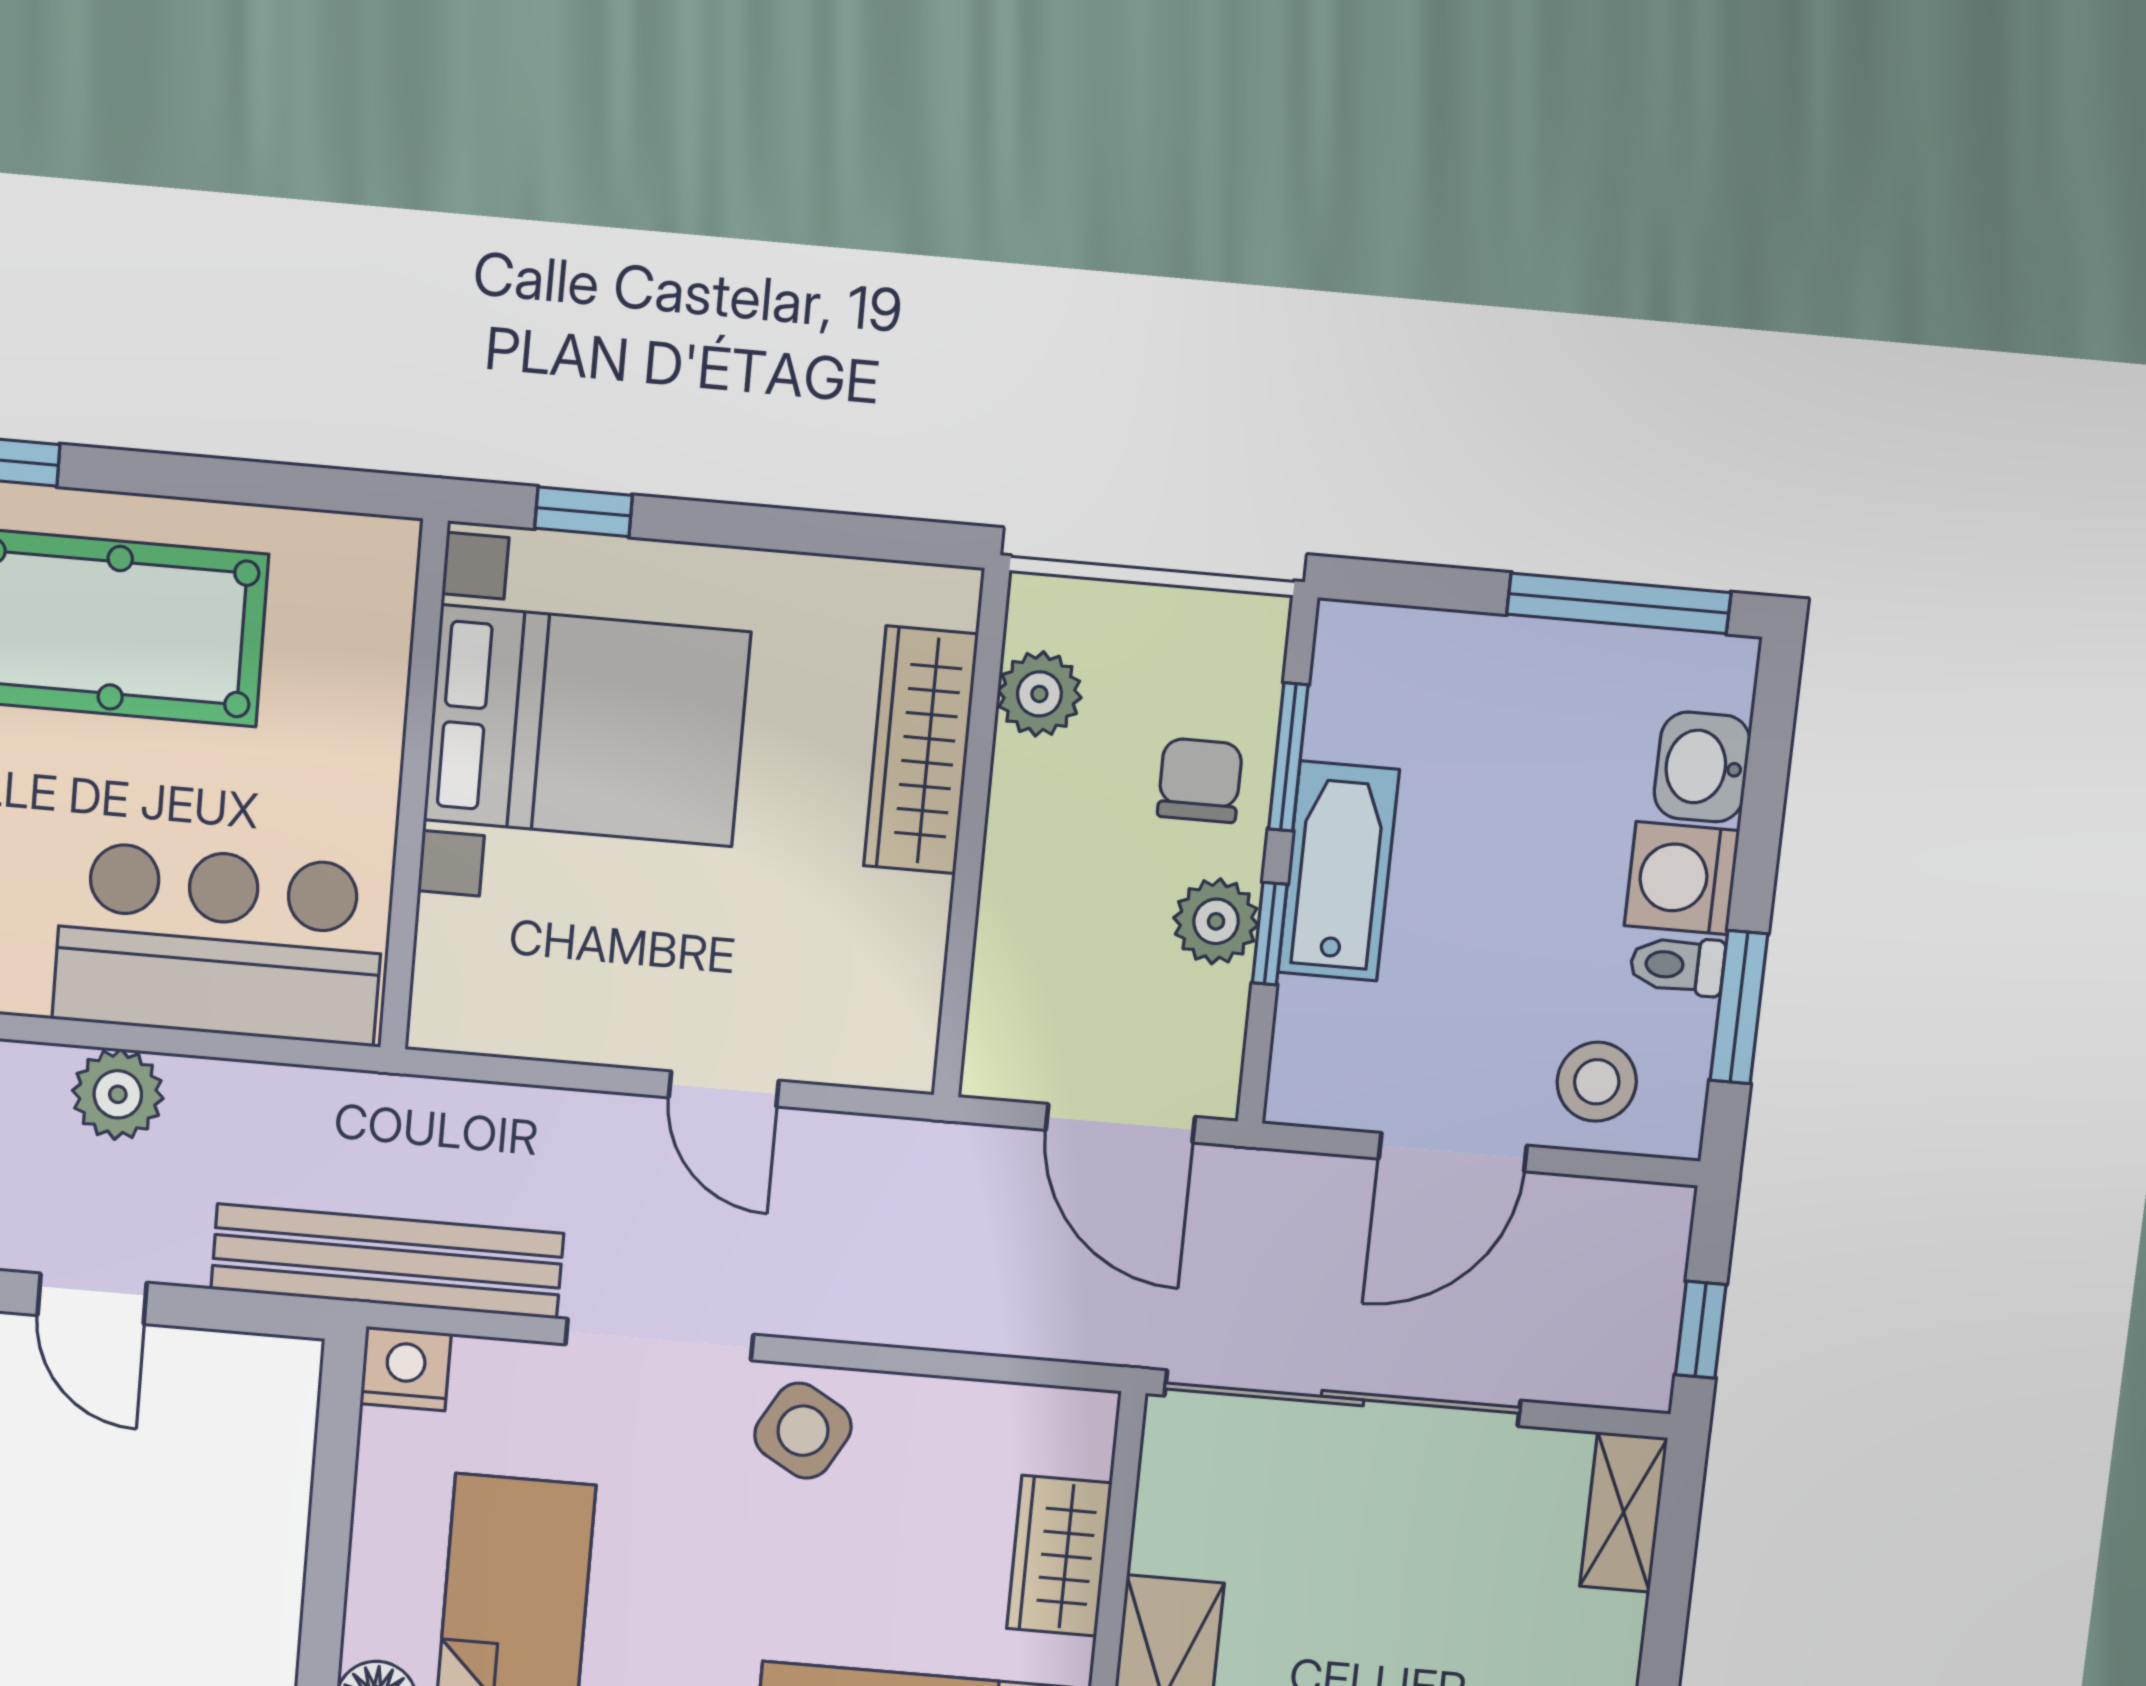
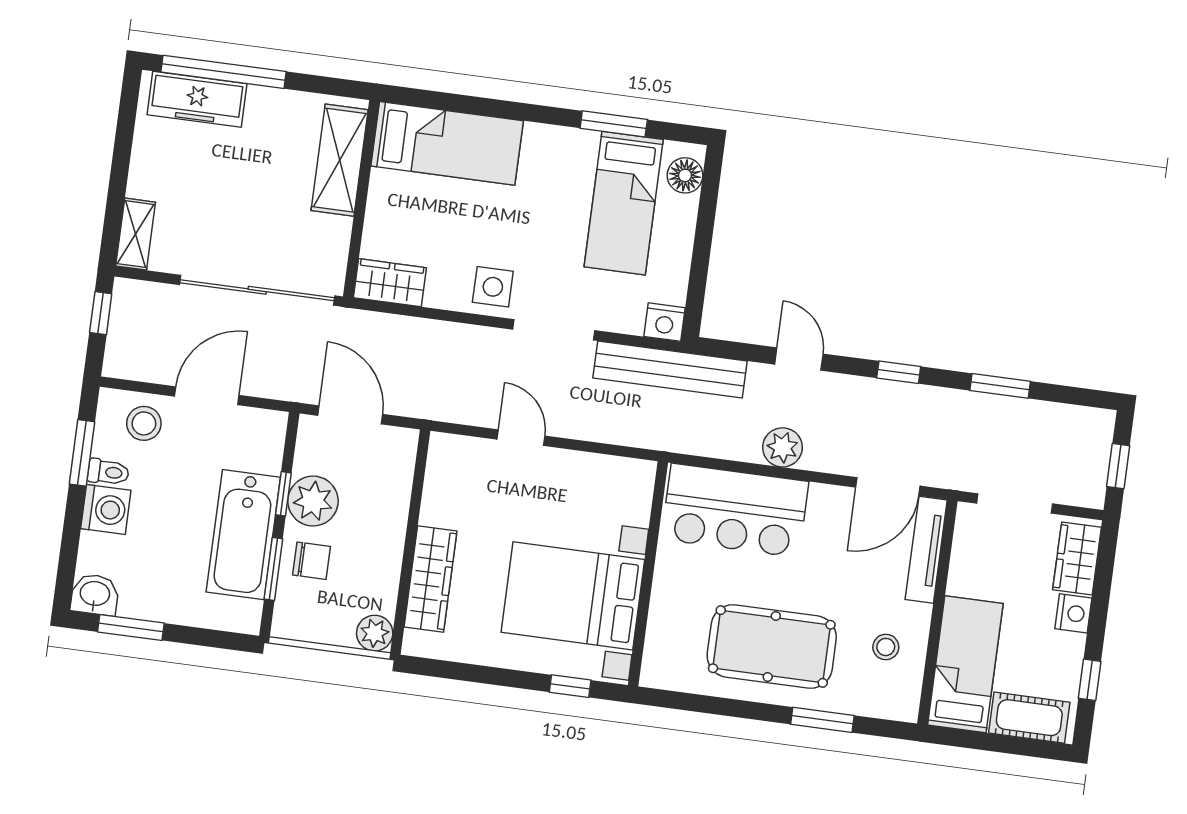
window: (1619, 603) -> (131, 628), width x0.69
plant: (1039, 694) -> (375, 633), moved
washbasin: (1702, 767) -> (95, 595), moved, turned -90
chair: (1200, 780) -> (312, 561), turned -90
bathtub: (1339, 871) -> (243, 535), width x1.36, depth x1.36
plant: (1216, 921) -> (313, 501), width x1.36, depth x1.36
side table: (803, 1431) -> (493, 287), turned -30
wardrobe: (1059, 1556) -> (390, 283), moved, turned -90

